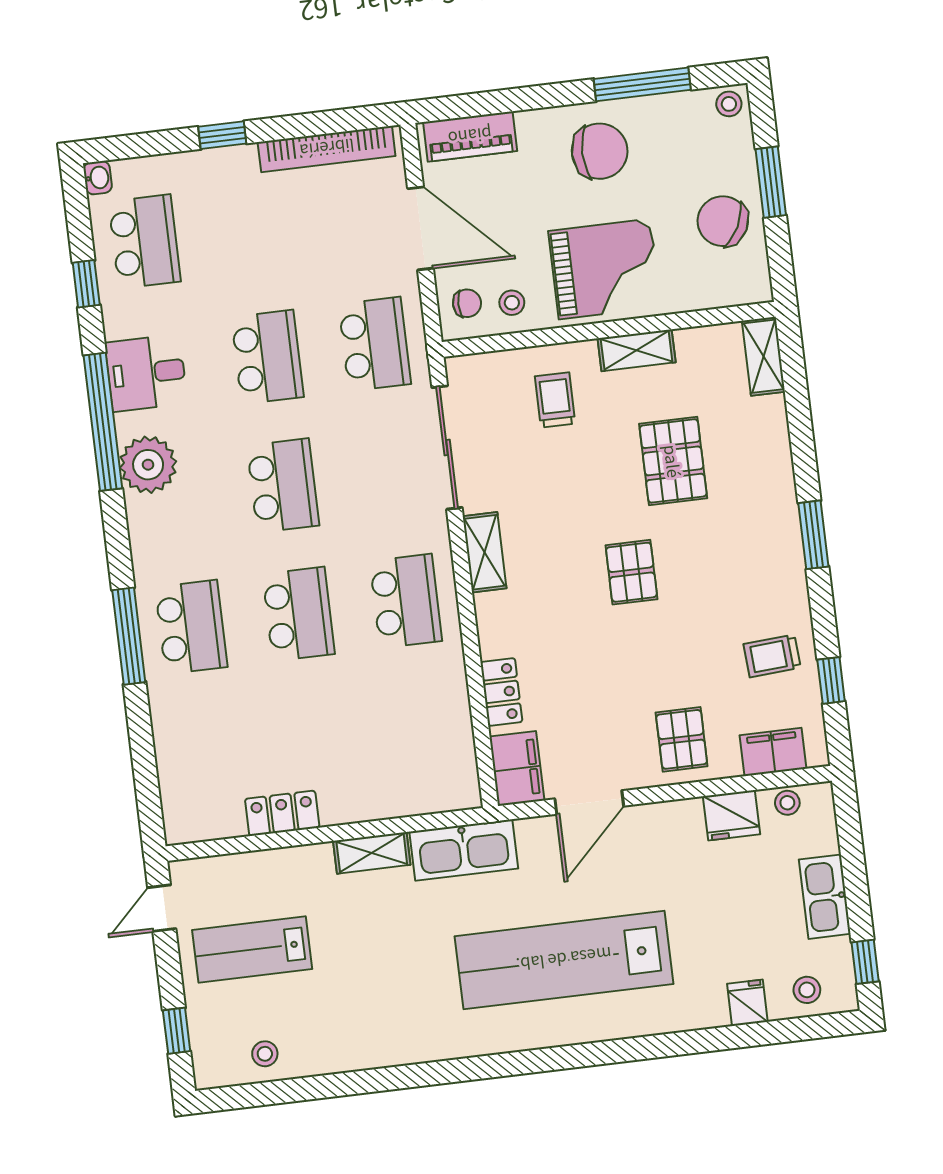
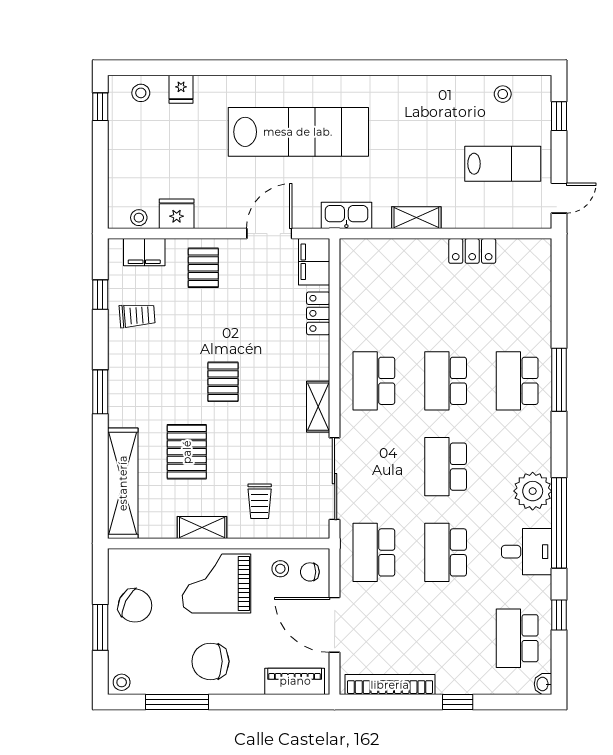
shelving: (764, 356) -> (123, 483), width x2.20, depth x1.33
kitchen sink: (464, 850) -> (346, 215), width x0.73, depth x0.81
kitchen sink: (825, 897) -> (122, 153), removed

